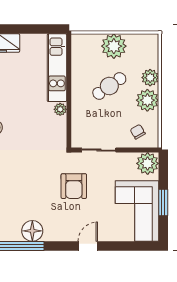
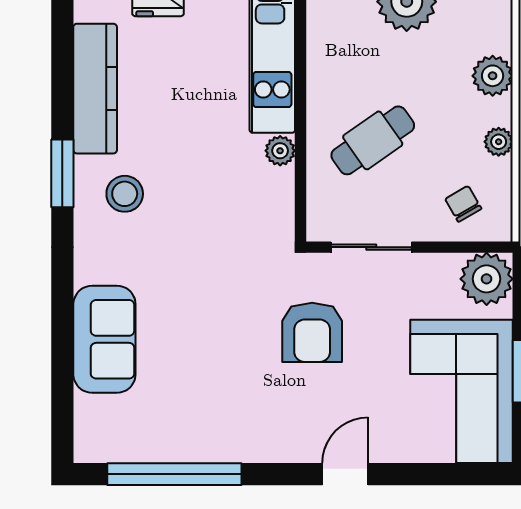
cafe table: (109, 86) -> (373, 140), moved
plant: (147, 100) -> (499, 142), width x0.53, depth x0.53
floor lamp: (32, 231) -> (214, 438), removed

